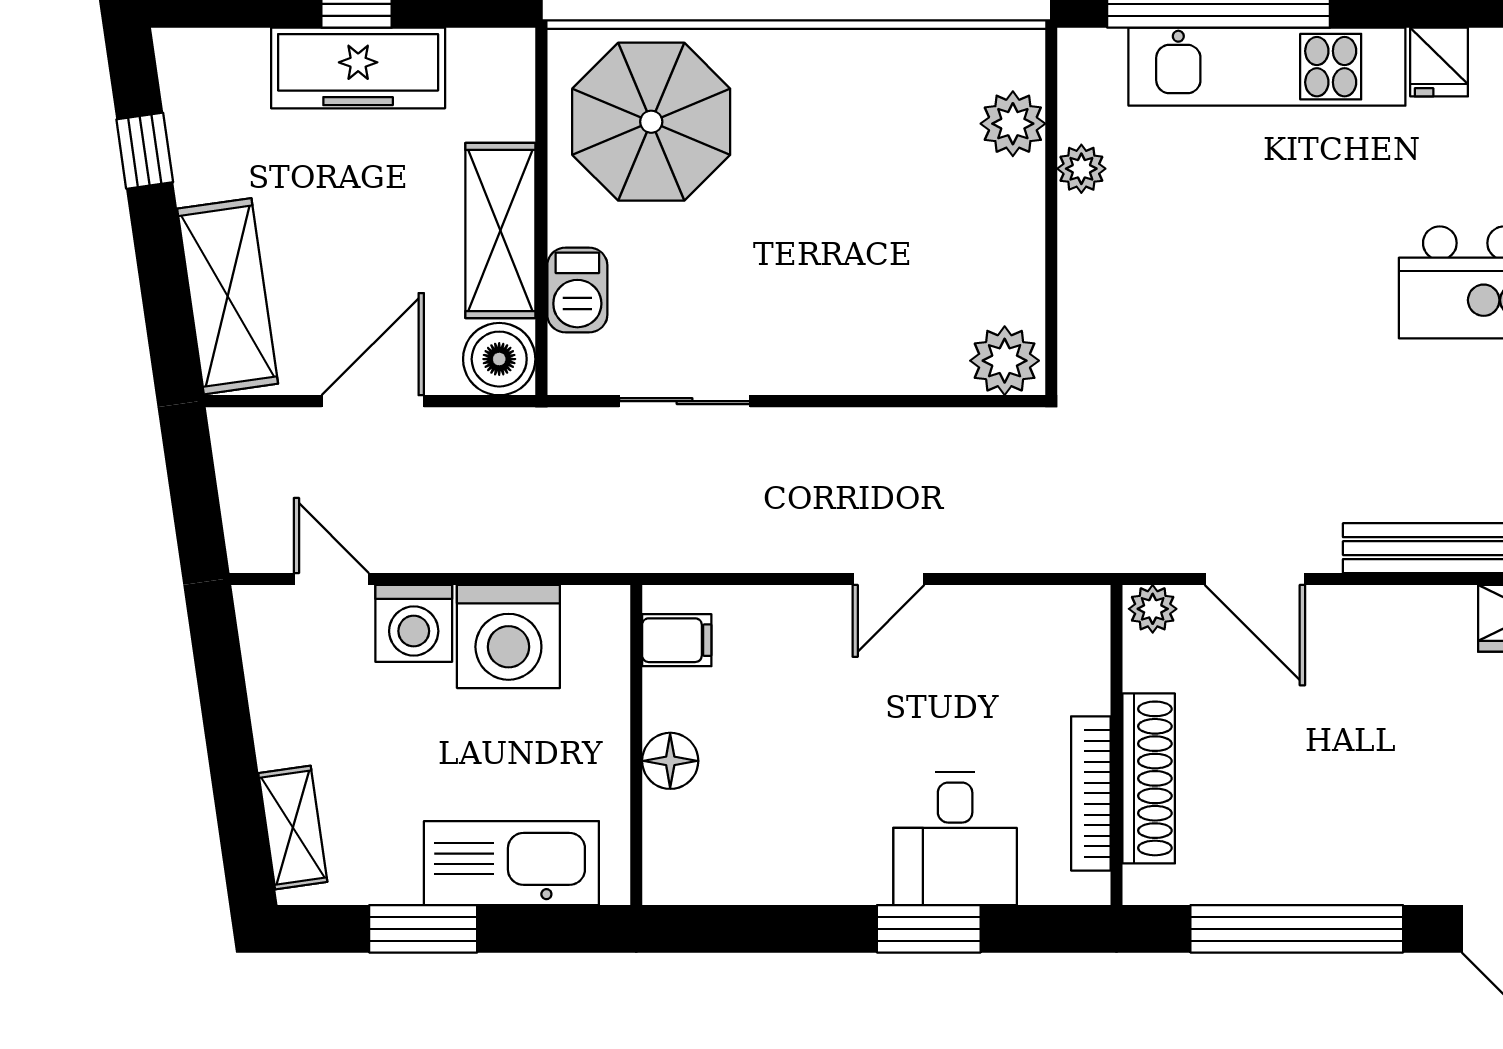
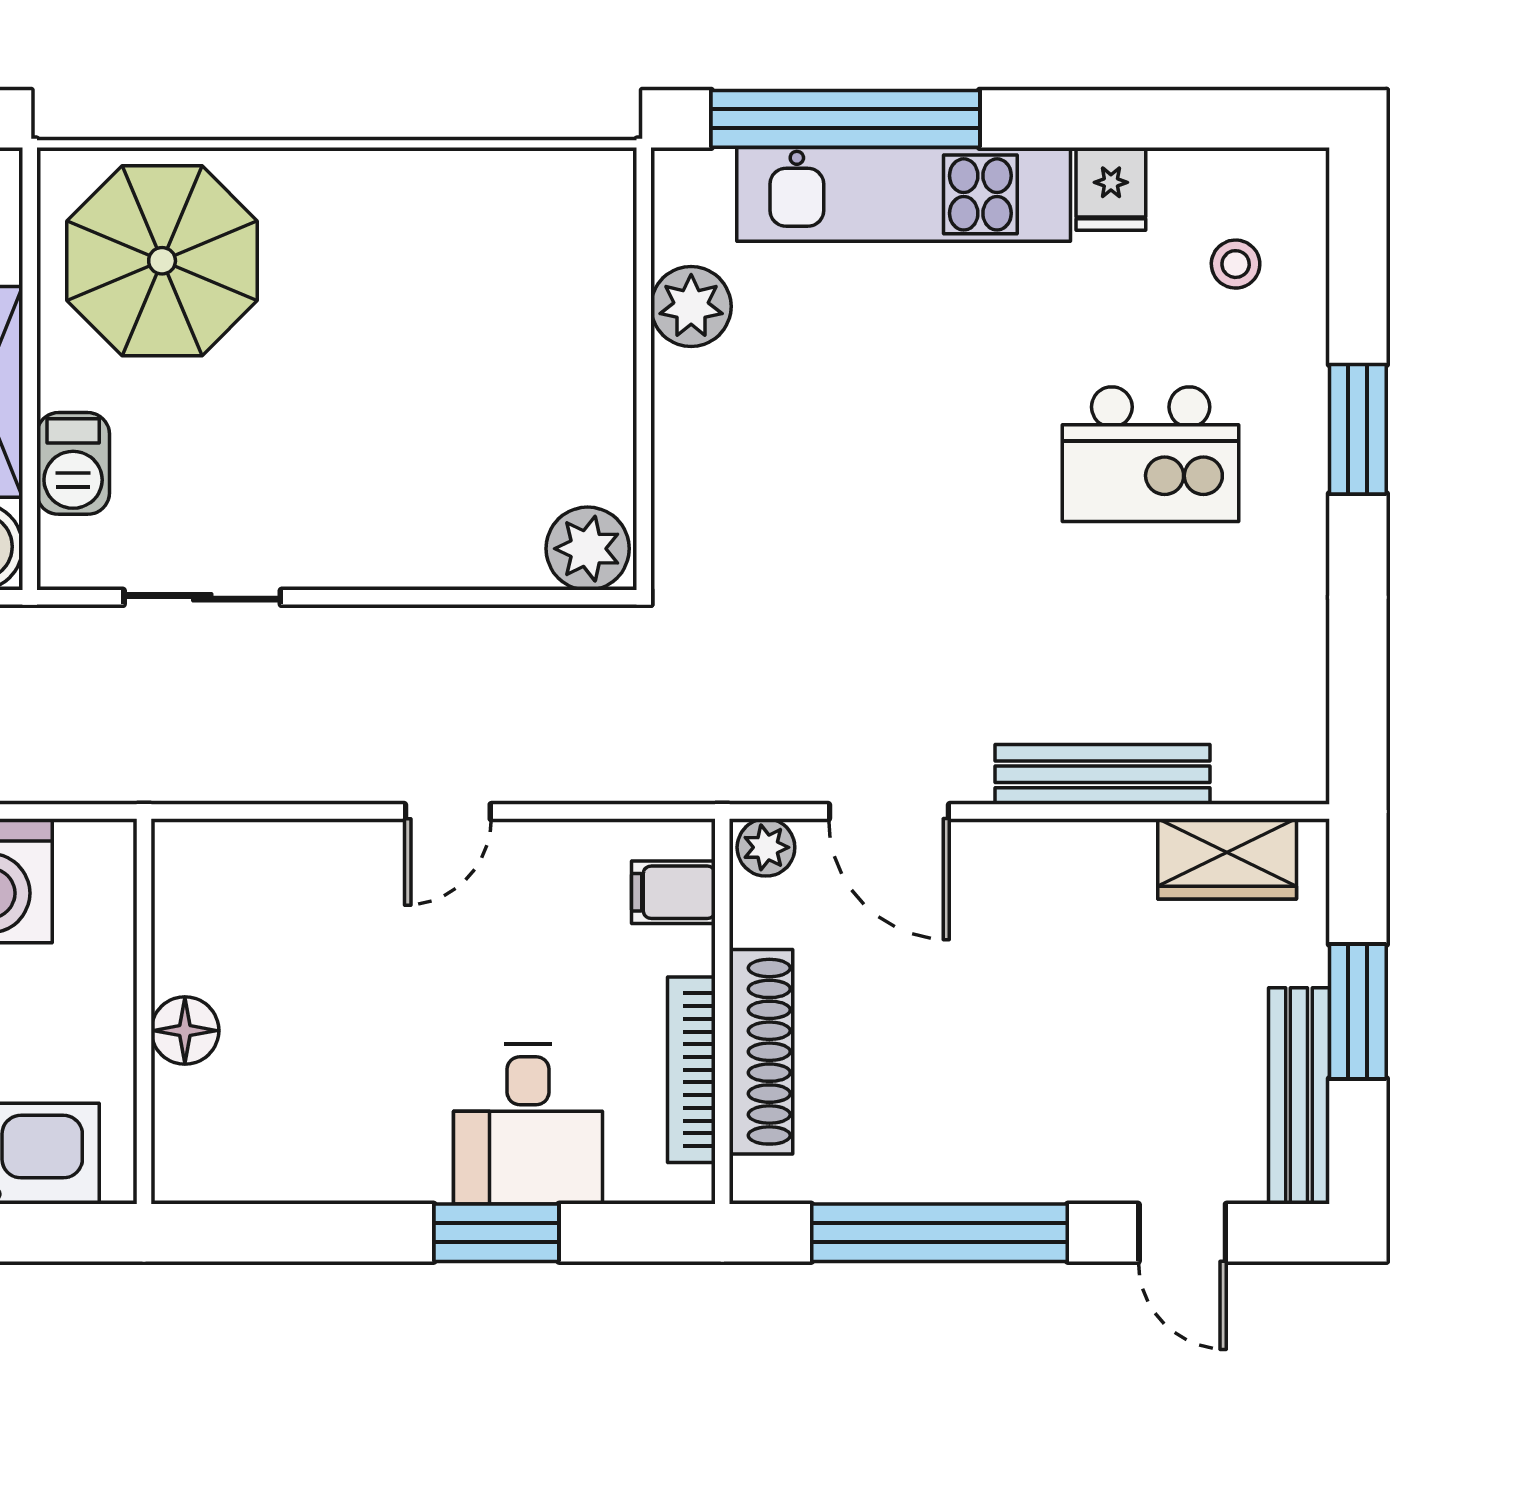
plant: (1013, 124) -> (598, 263), removed
plant: (1081, 169) -> (691, 306), width x1.38, depth x1.38
filing cabinet: (677, 640) -> (673, 892), moved, turned 180

